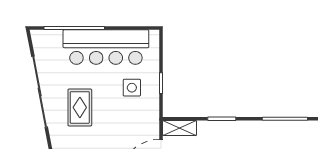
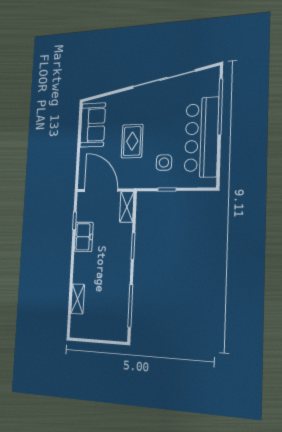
rug: (80, 107) -> (132, 141), moved, turned 90

